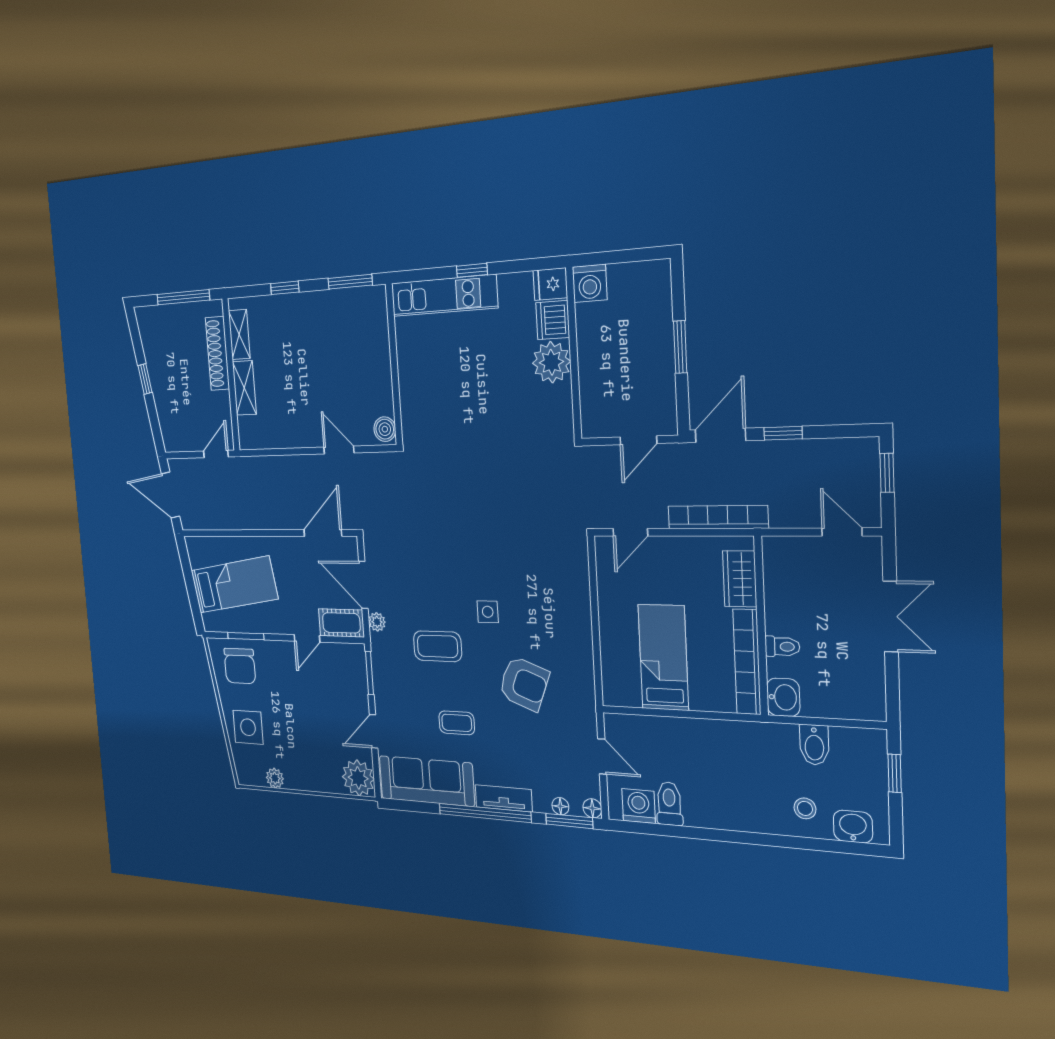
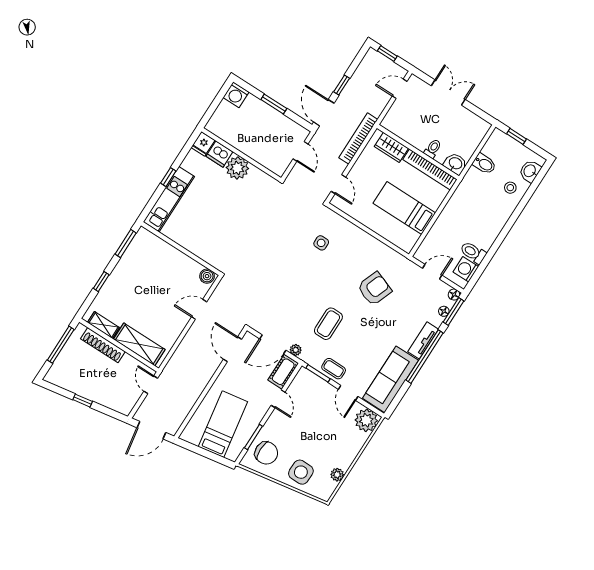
washing machine: (590, 283) -> (236, 95), moved, turned 90
shelving: (244, 388) -> (139, 344), width x1.50, depth x1.33
side table: (488, 612) -> (321, 243), moved
coffee table: (457, 723) -> (334, 369), moved, turned 90

